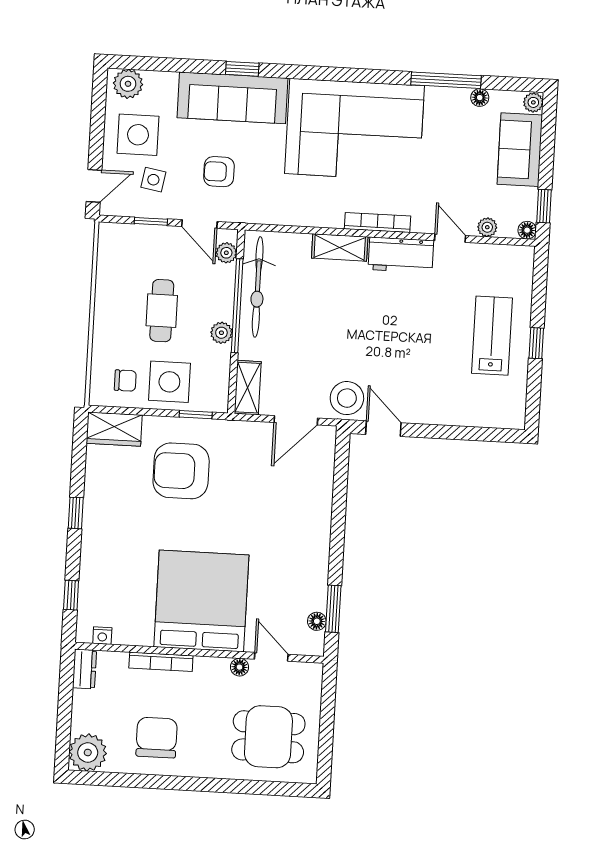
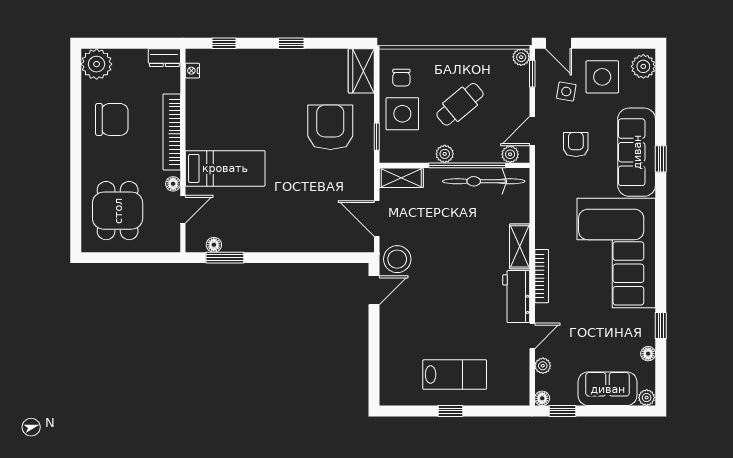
window: (446, 80) -> (661, 325), width x0.46
window: (151, 221) -> (532, 74), moved
plant: (108, 233) -> (521, 57), added
cafe table: (162, 311) -> (460, 104), turned -40
bed: (201, 601) -> (225, 168), width x0.49
bookcase: (161, 662) -> (172, 132), width x1.48, depth x1.31

